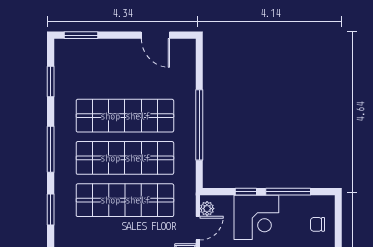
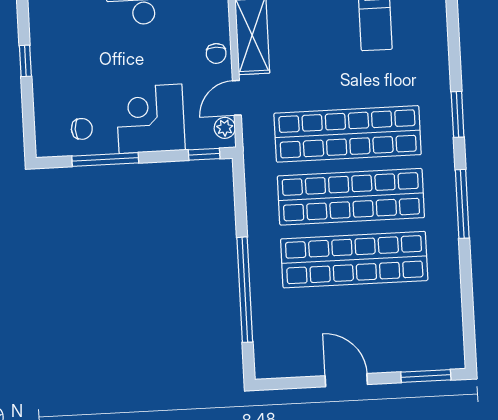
door: (155, 35) -> (346, 380), moved
window: (51, 81) -> (468, 305), removed
window: (199, 125) -> (245, 290), moved
window: (246, 192) -> (204, 154), moved
chair: (317, 224) -> (82, 129), moved

